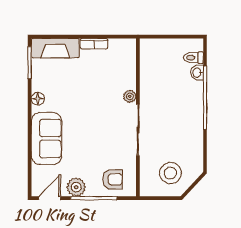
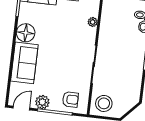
plant: (130, 96) -> (93, 22), moved
floor lamp: (38, 99) -> (26, 33), width x1.89, depth x1.89
stool: (170, 173) -> (104, 103), moved

